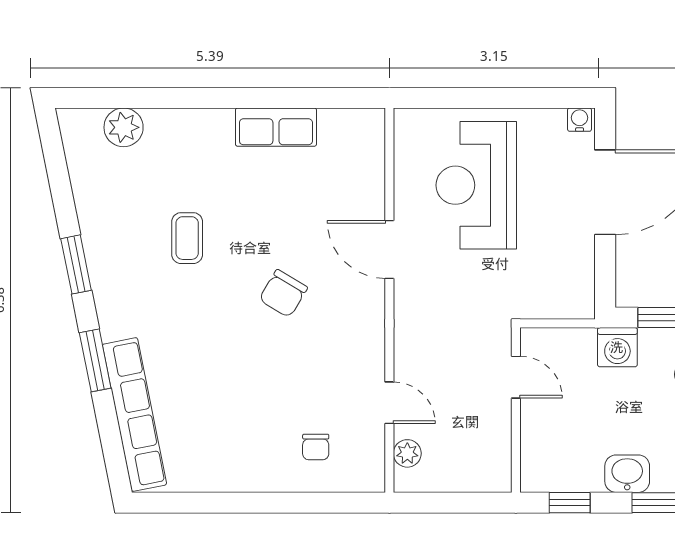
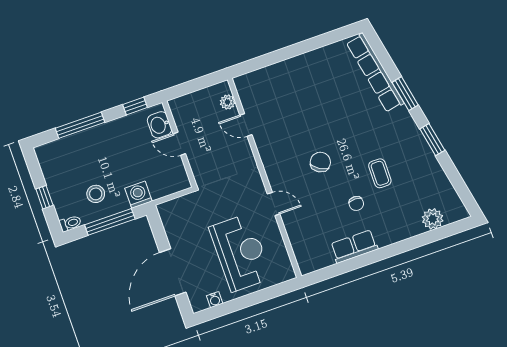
water cooler: (580, 120) -> (215, 300), moved
door: (389, 249) -> (274, 204), width x0.73
door: (516, 377) -> (179, 144), moved
chair: (316, 447) -> (356, 203), moved, turned 180
washbasin: (627, 474) -> (159, 125), moved, turned 90

